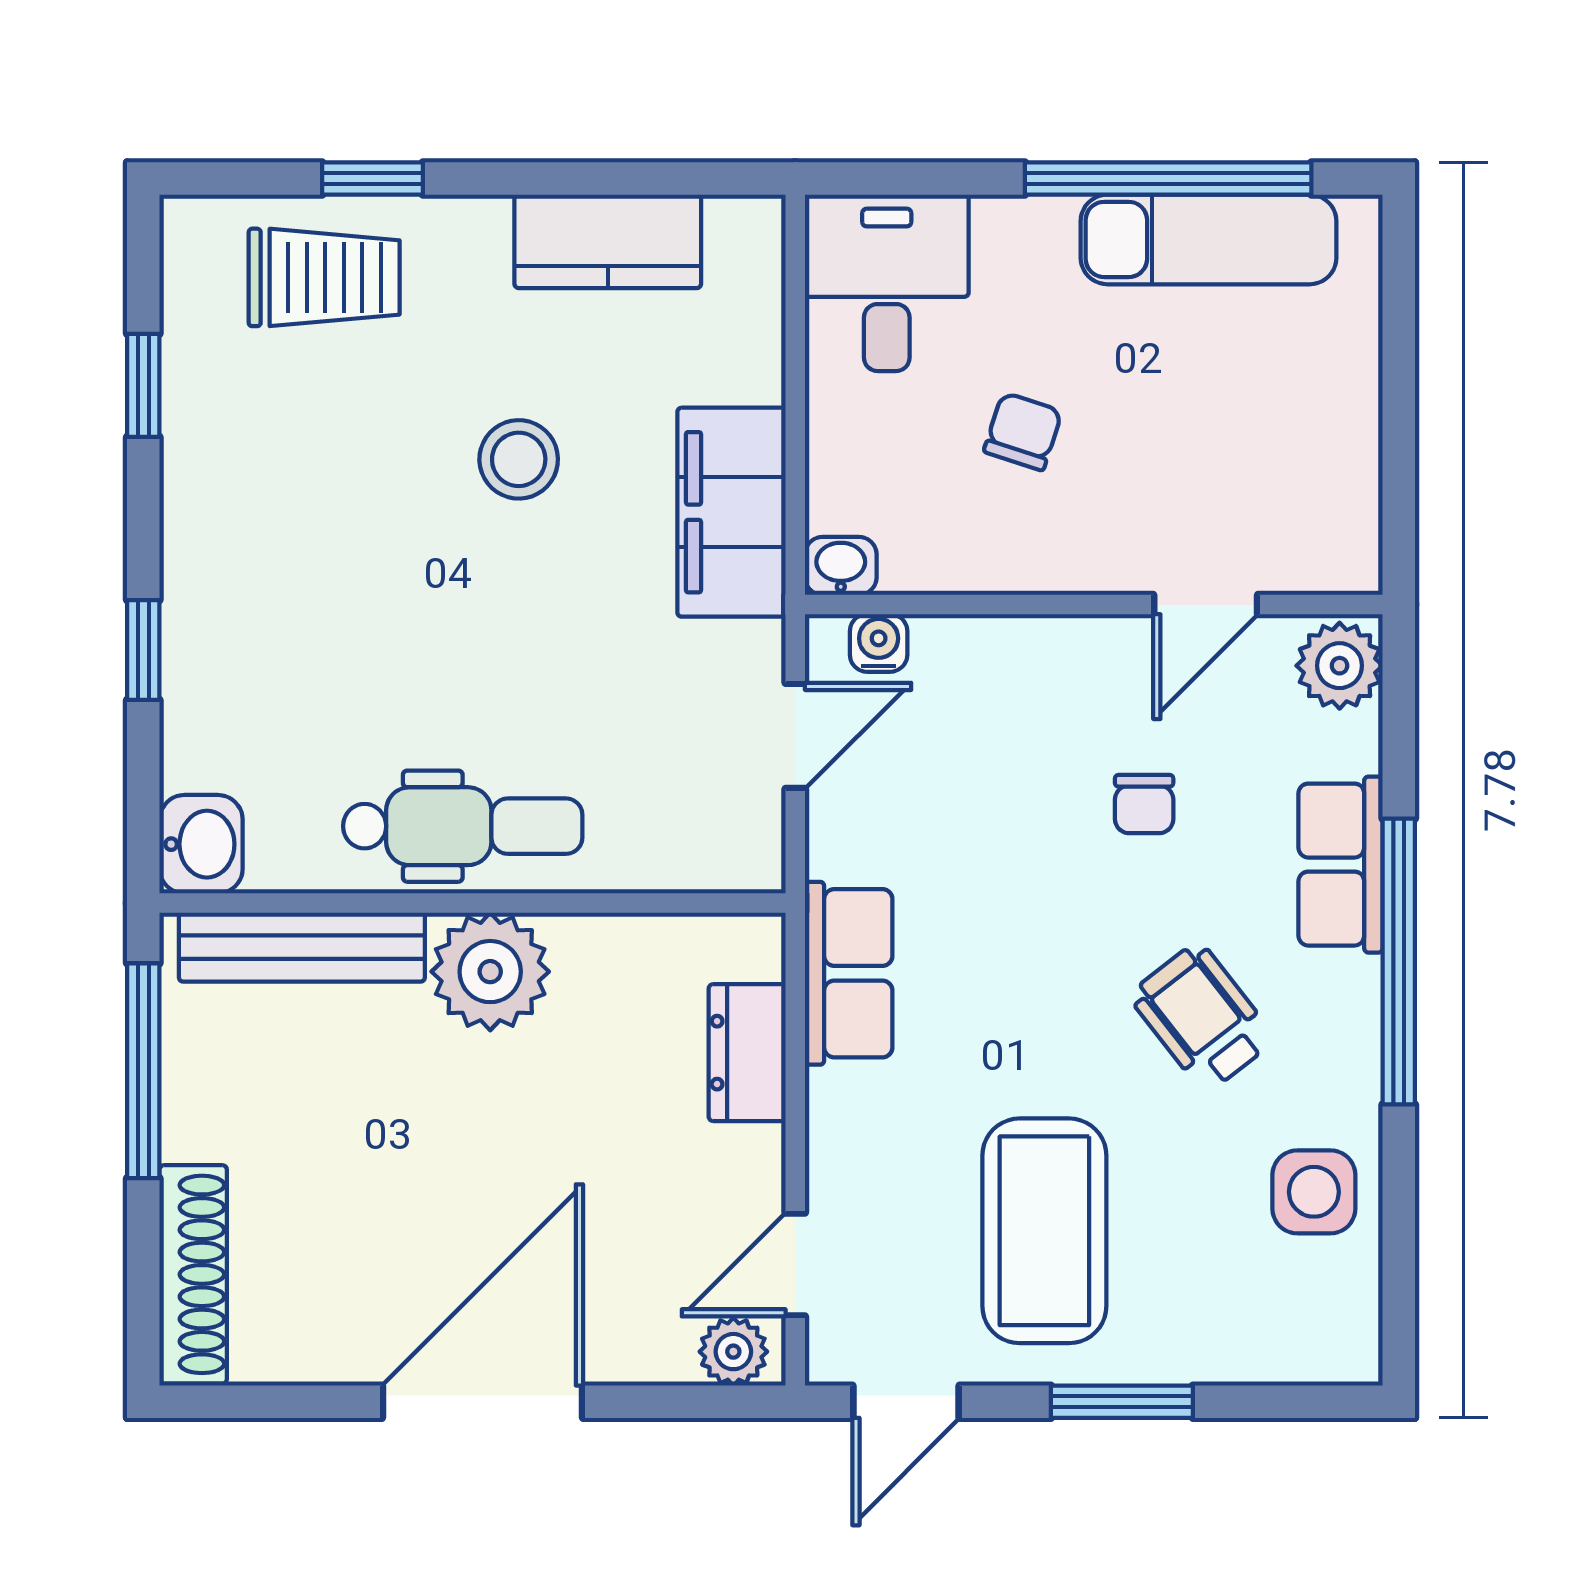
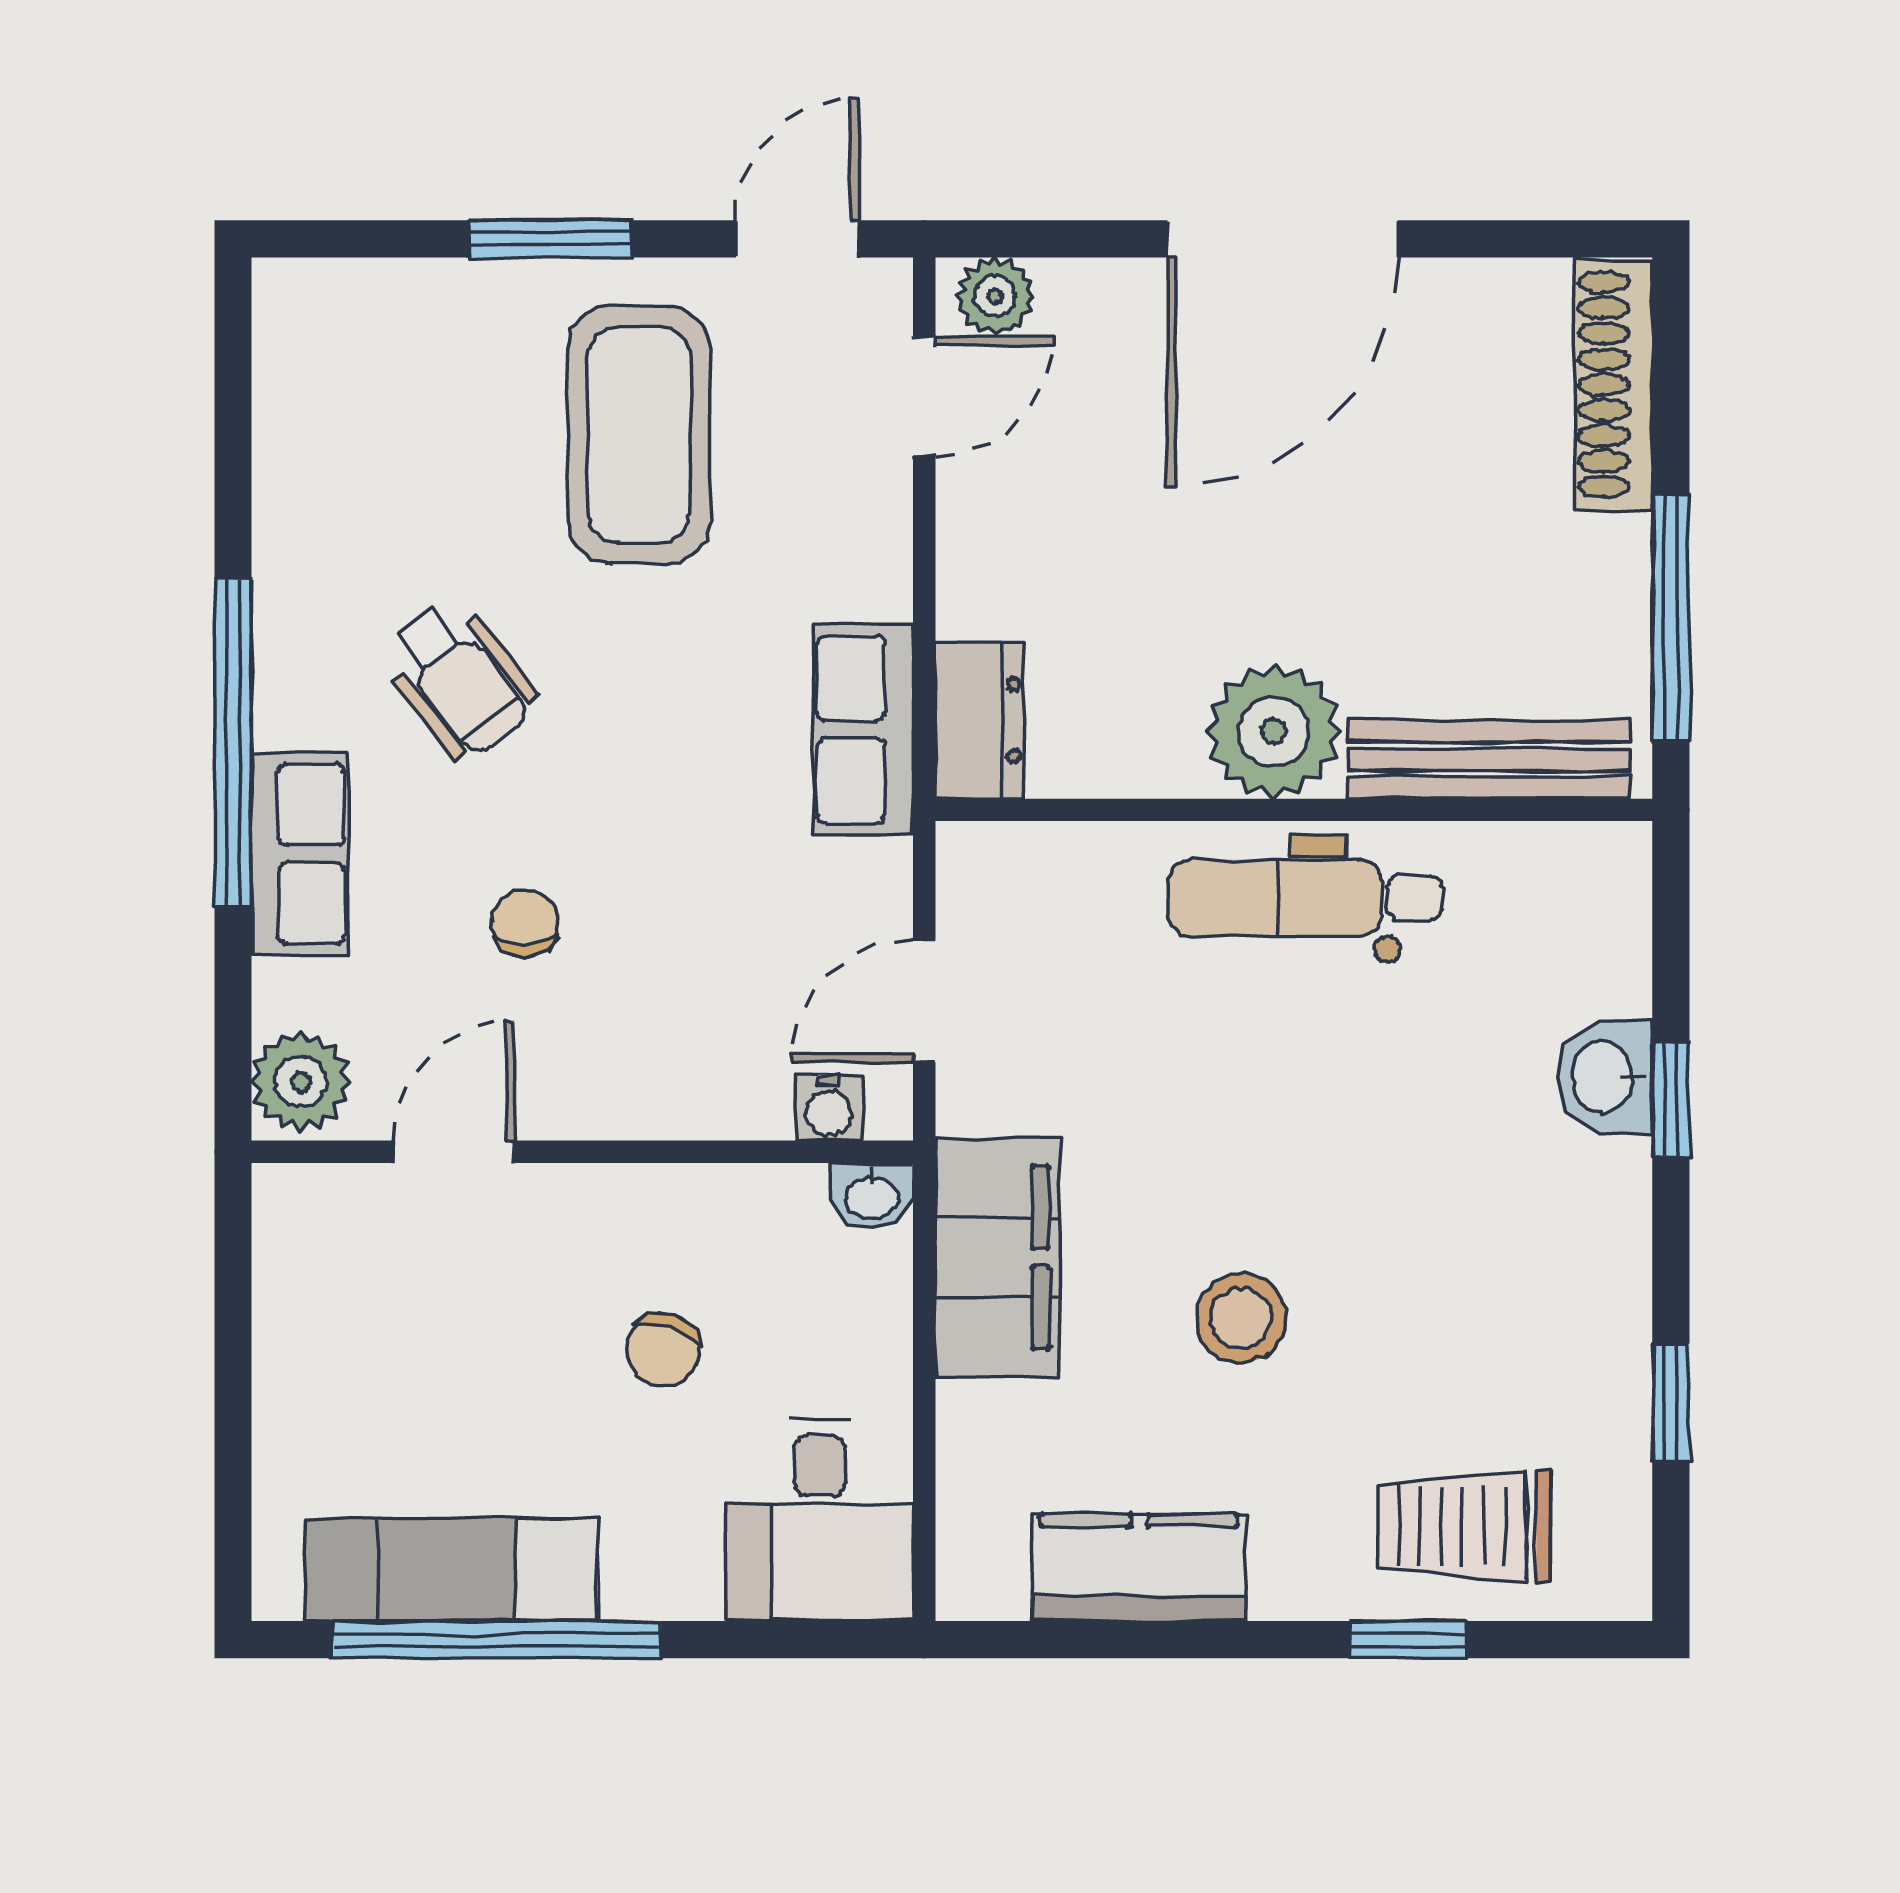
washbasin: (201, 844) -> (1605, 1077), moved
dresser: (747, 1053) -> (979, 720), moved
side table: (1314, 1192) -> (330, 479), removed

